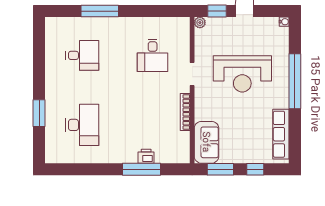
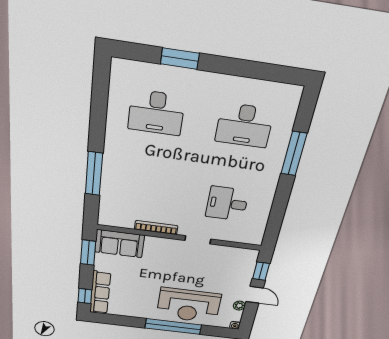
plant: (200, 23) -> (239, 306), moved
desk: (82, 55) -> (244, 125), width x1.37
reception desk: (242, 74) -> (189, 305), moved, turned -90
row of seats: (281, 134) -> (100, 293), moved, turned 90
printer: (146, 156) -> (109, 181), removed
window: (255, 169) -> (85, 296), moved

